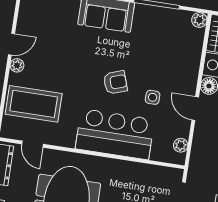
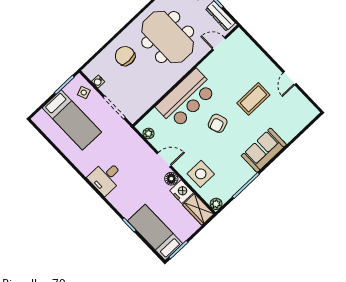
plant: (17, 65) -> (274, 71), removed
side table: (153, 97) -> (201, 174), moved, width x1.87, depth x1.87
coffee table: (34, 104) -> (253, 99), moved, width x0.73, depth x0.76

